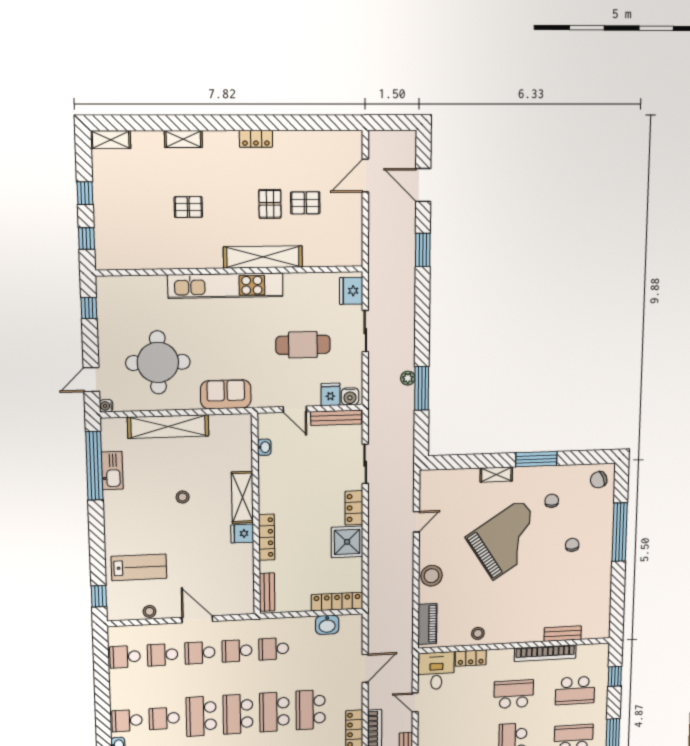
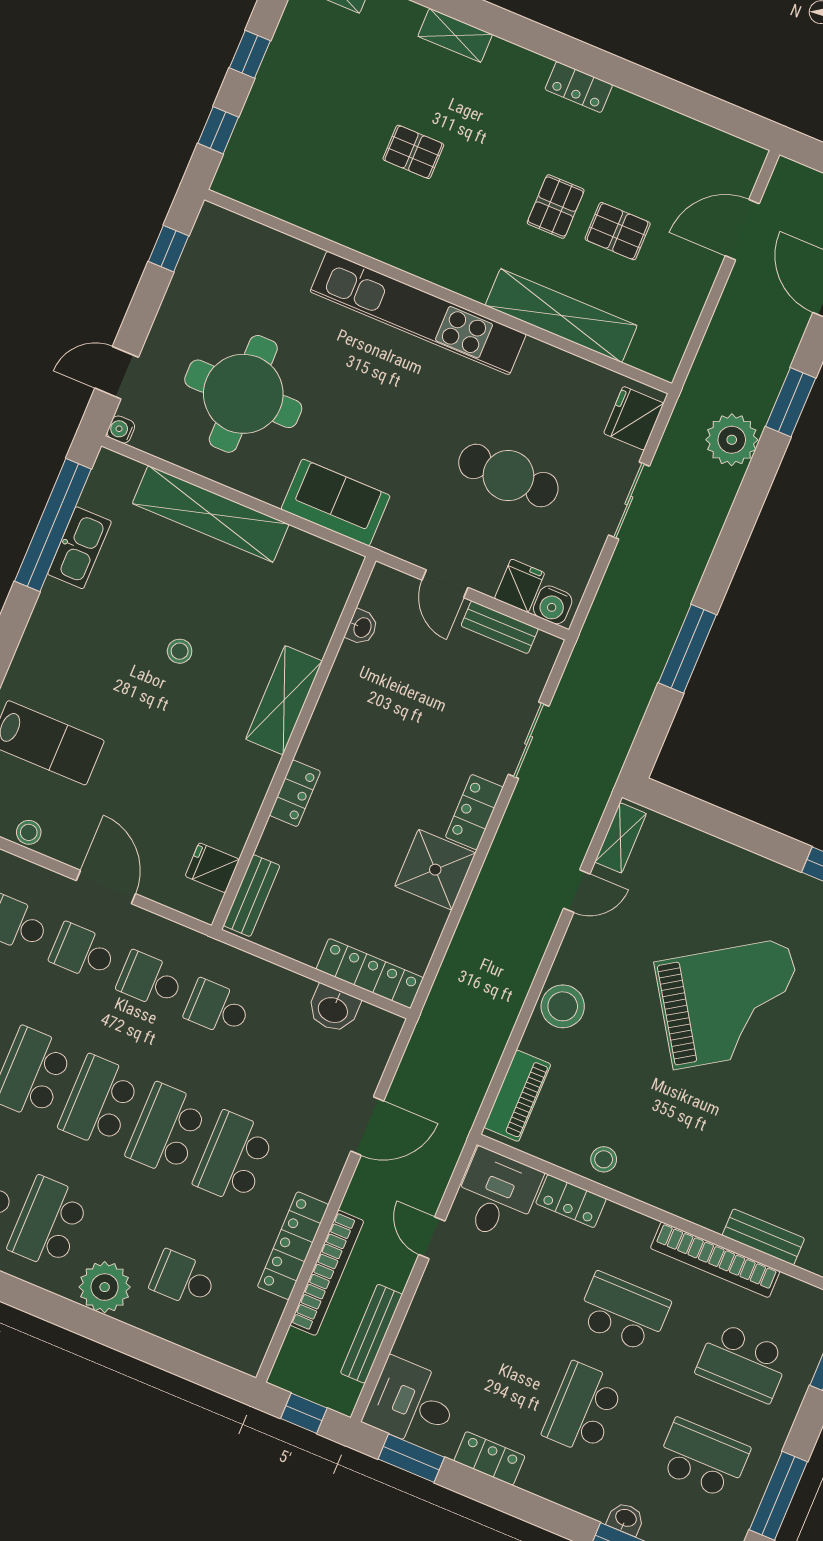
shelving: (263, 257) -> (561, 316), moved
plant: (408, 378) -> (732, 440), moved, width x1.88, depth x1.88
bench: (336, 418) -> (500, 627), width x0.73
shelving: (496, 474) -> (621, 838), moved, turned 90
fridge: (242, 534) -> (212, 868), moved
locker: (267, 537) -> (295, 793), width x0.66

